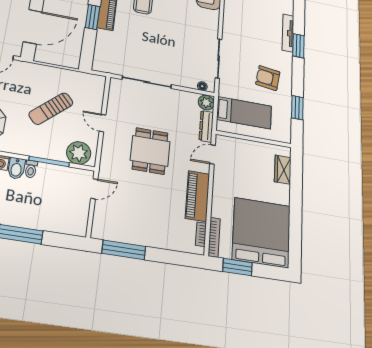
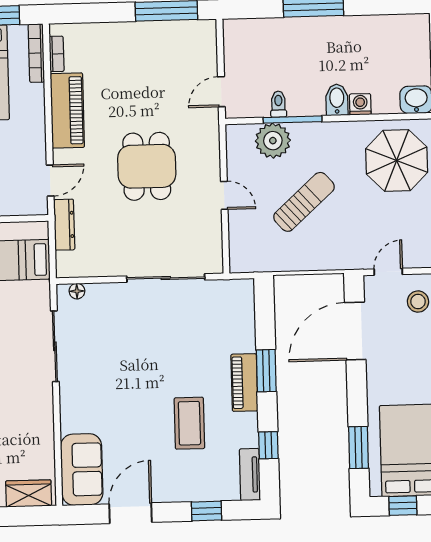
plant: (206, 103) -> (68, 264), removed
plant: (79, 153) -> (273, 141), moved
toilet: (31, 169) -> (278, 104), moved

